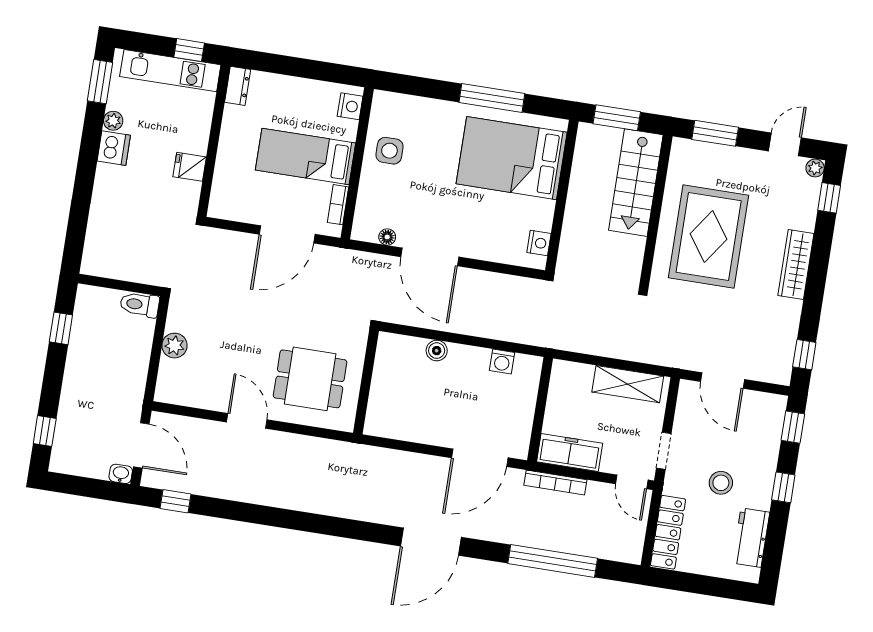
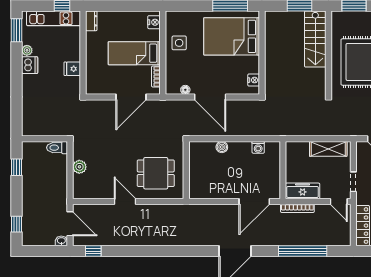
bed: (512, 158) -> (232, 36), moved
wall: (562, 196) -> (262, 53), moved
nightstand: (539, 243) -> (254, 80), moved

